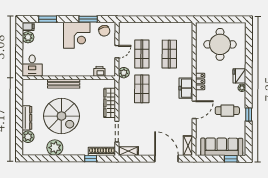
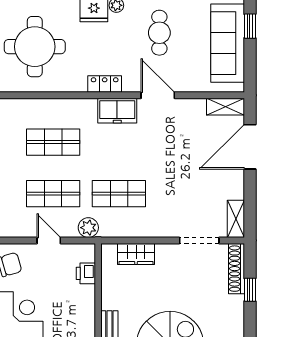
wardrobe: (110, 103) -> (136, 254), width x0.67

